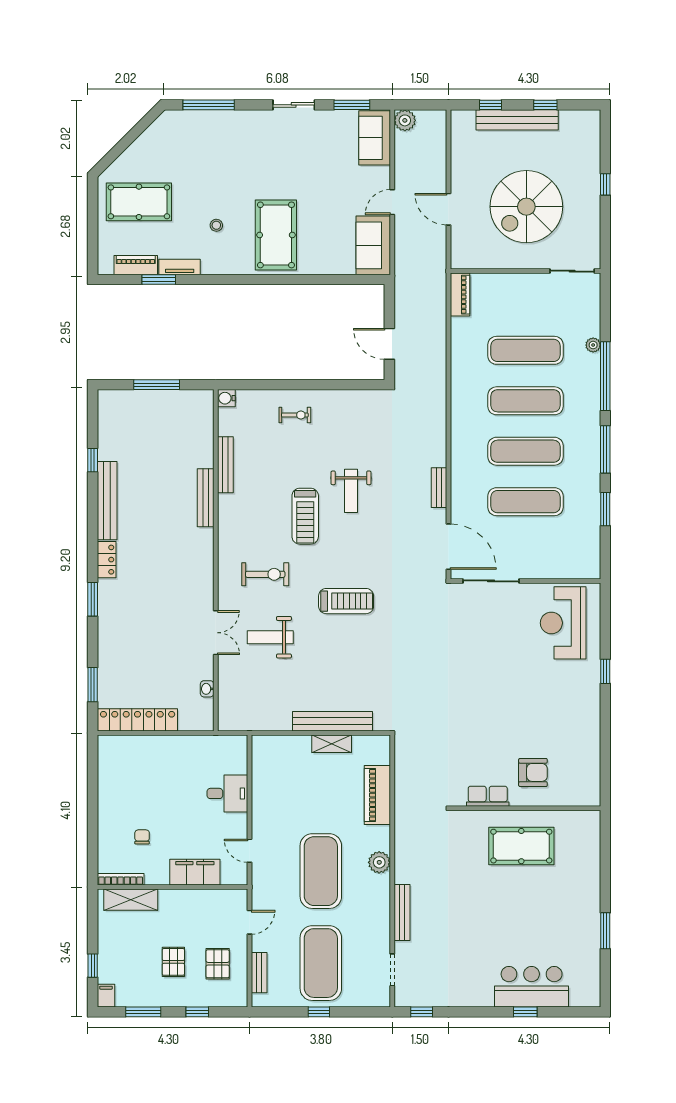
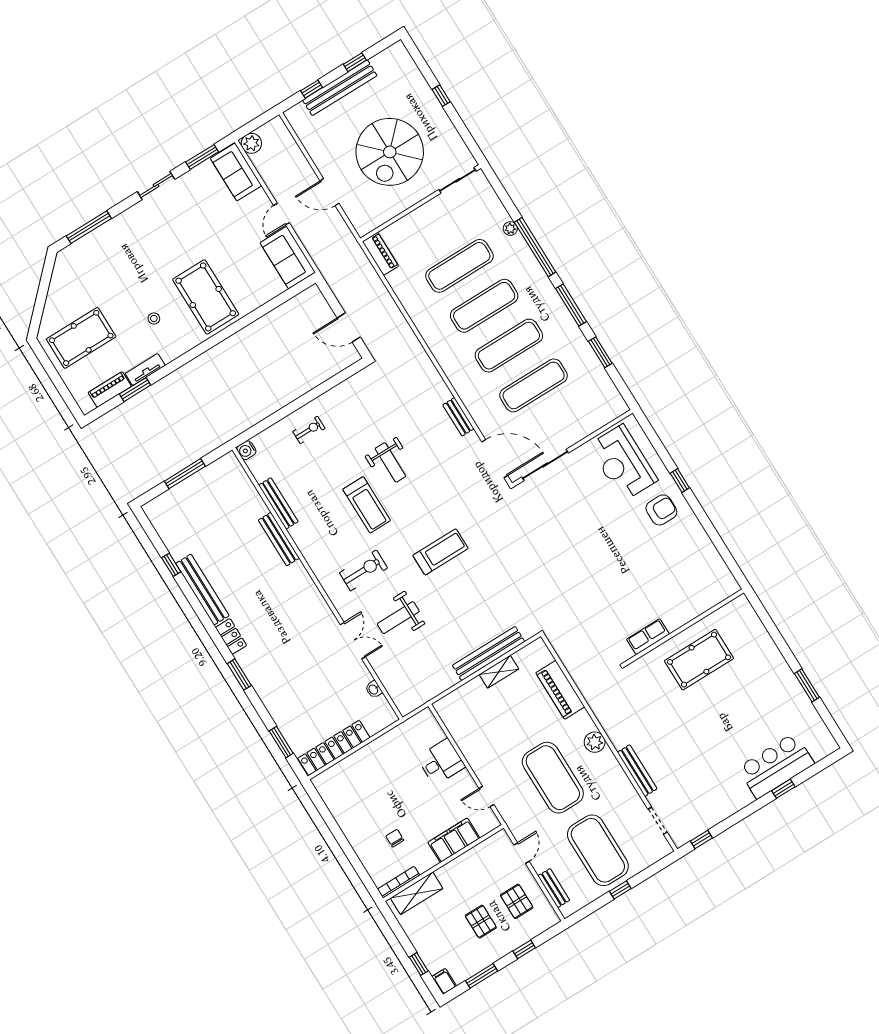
armchair: (533, 772) -> (661, 510), moved

